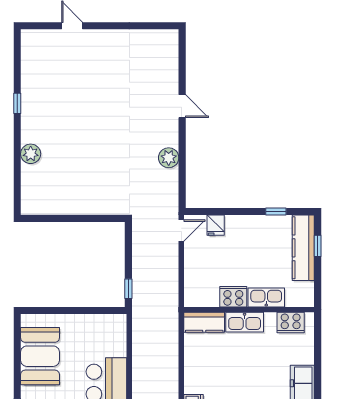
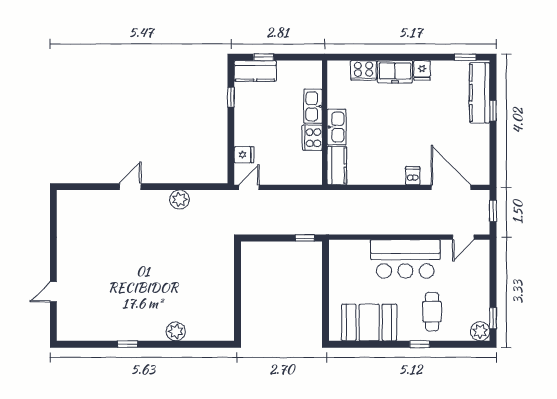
door: (181, 230) -> (249, 187), hinge flipped
kitchen counter: (303, 248) -> (255, 71), width x0.67
cooker: (291, 323) -> (364, 70), moved, turned 90

